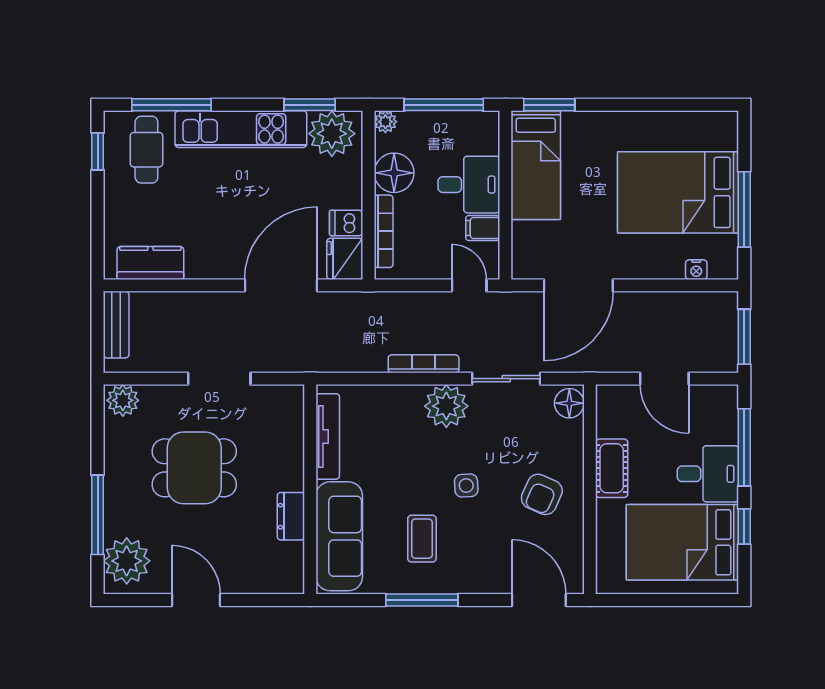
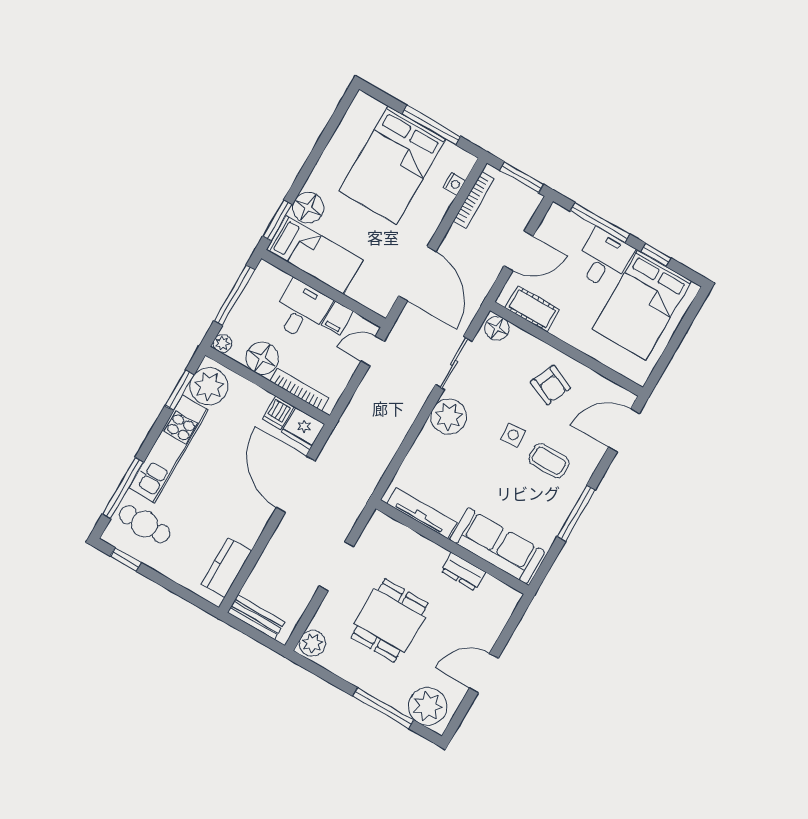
floor lamp: (581, 129) -> (308, 208), added
bookcase: (424, 364) -> (474, 200), moved, turned 180
cot: (612, 468) -> (532, 309), moved
coffee table: (422, 539) -> (549, 461), moved

